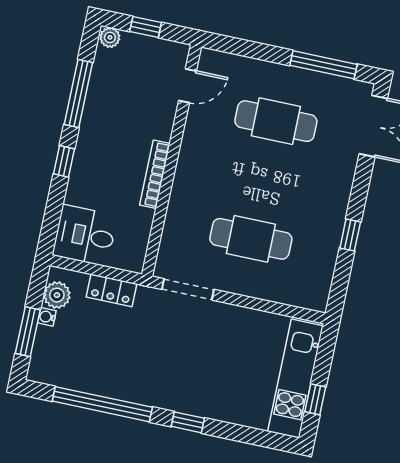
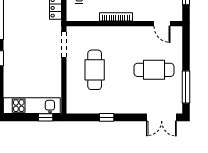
cafe table: (276, 121) -> (154, 70), turned 90
window: (315, 399) -> (46, 117), moved

